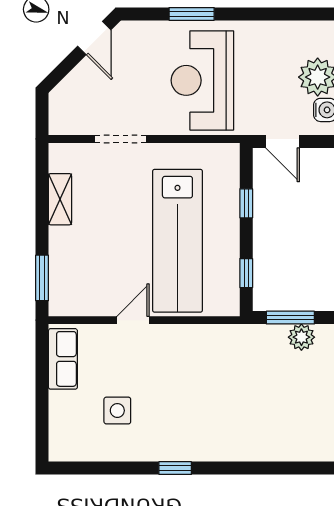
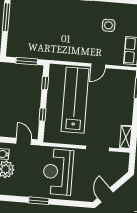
window: (192, 14) -> (39, 201), moved
reception desk: (202, 80) -> (58, 172), turned 180
shelving: (60, 199) -> (126, 137), moved
plant: (301, 337) -> (22, 52), removed

